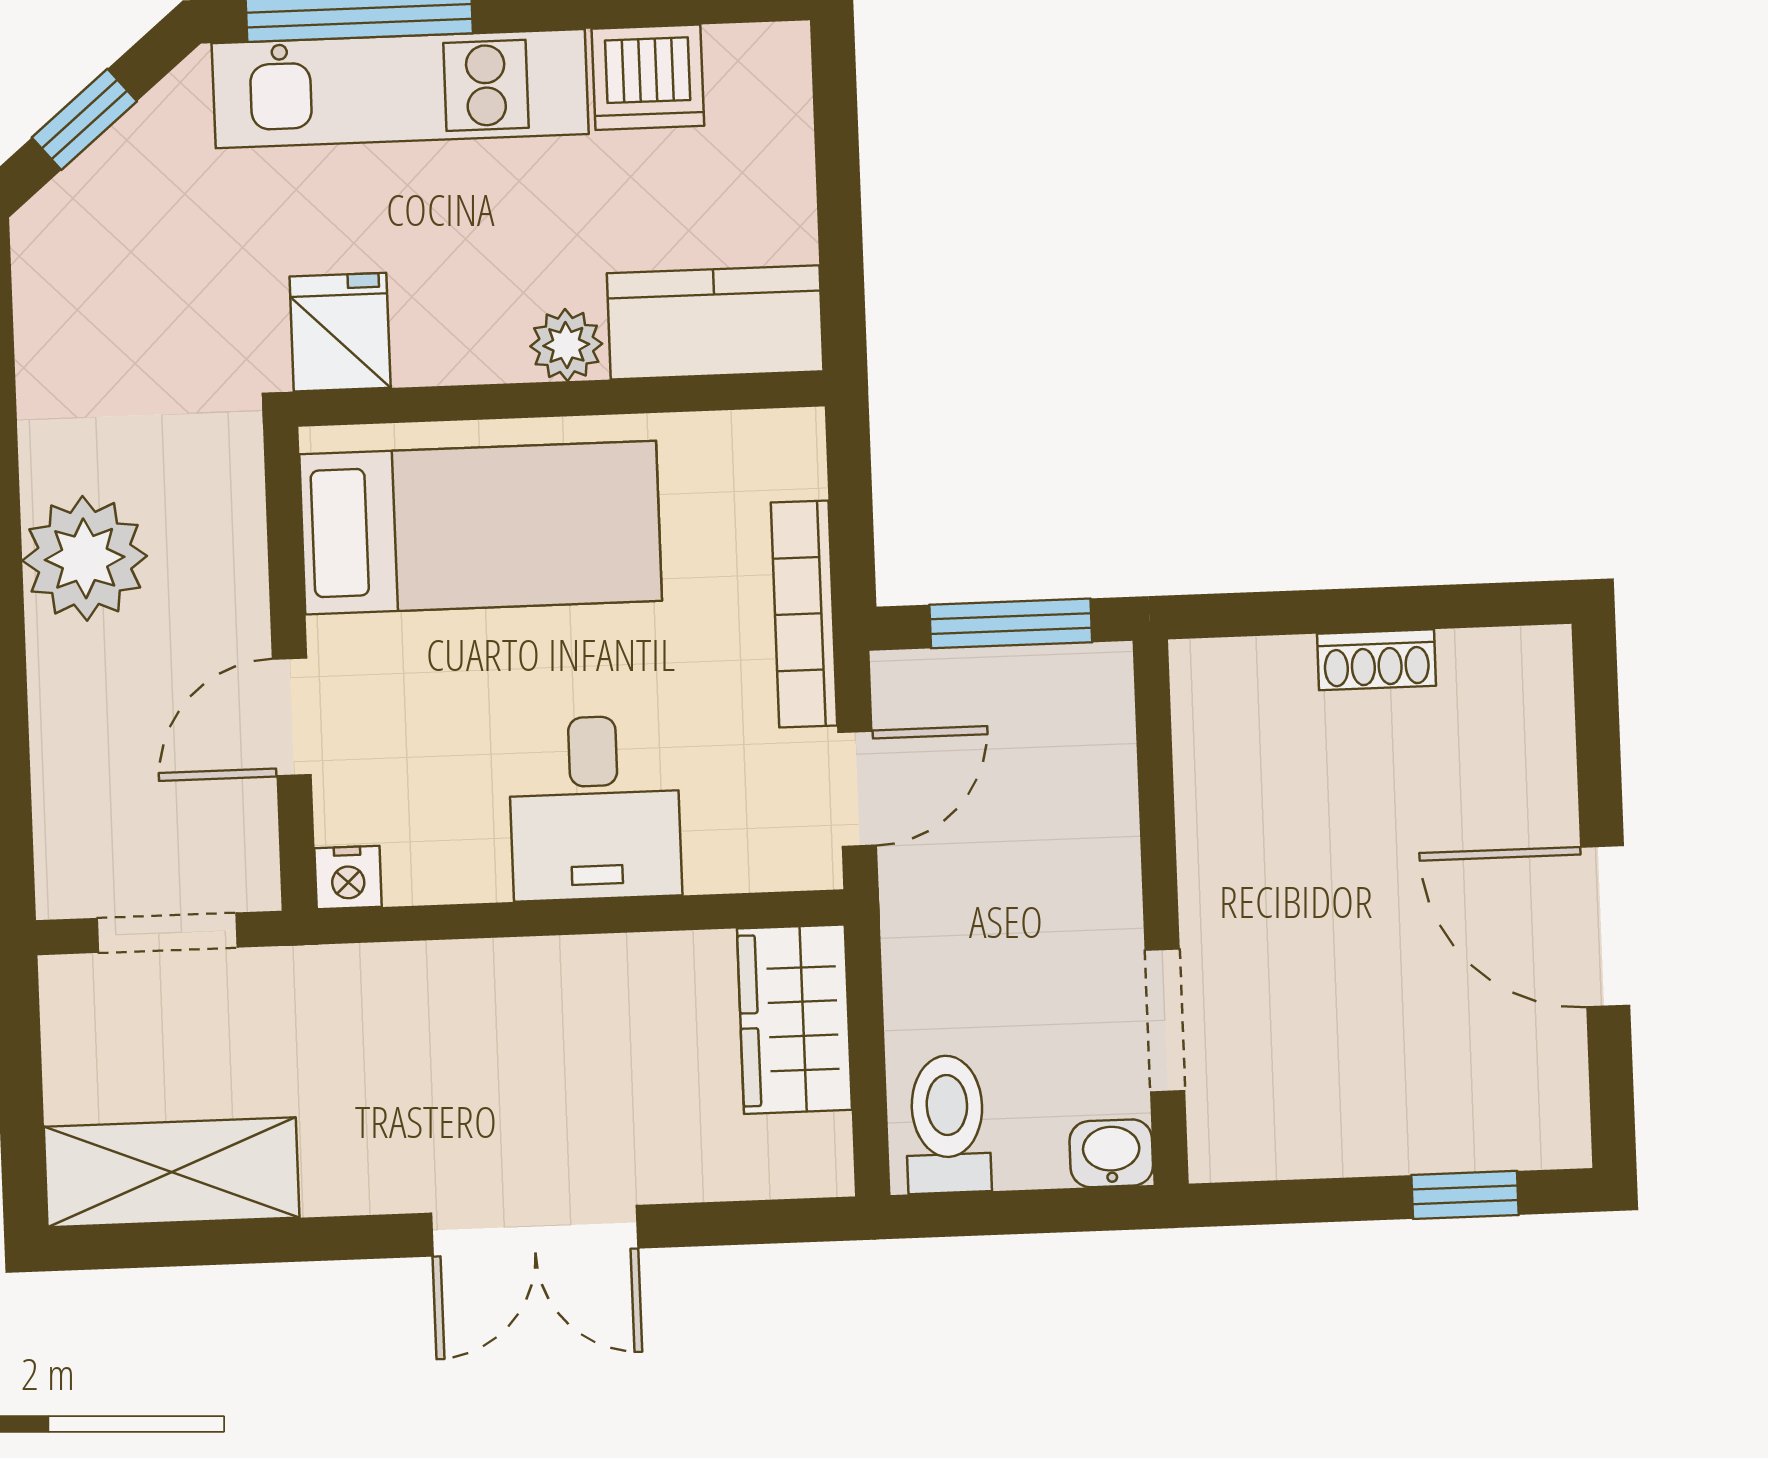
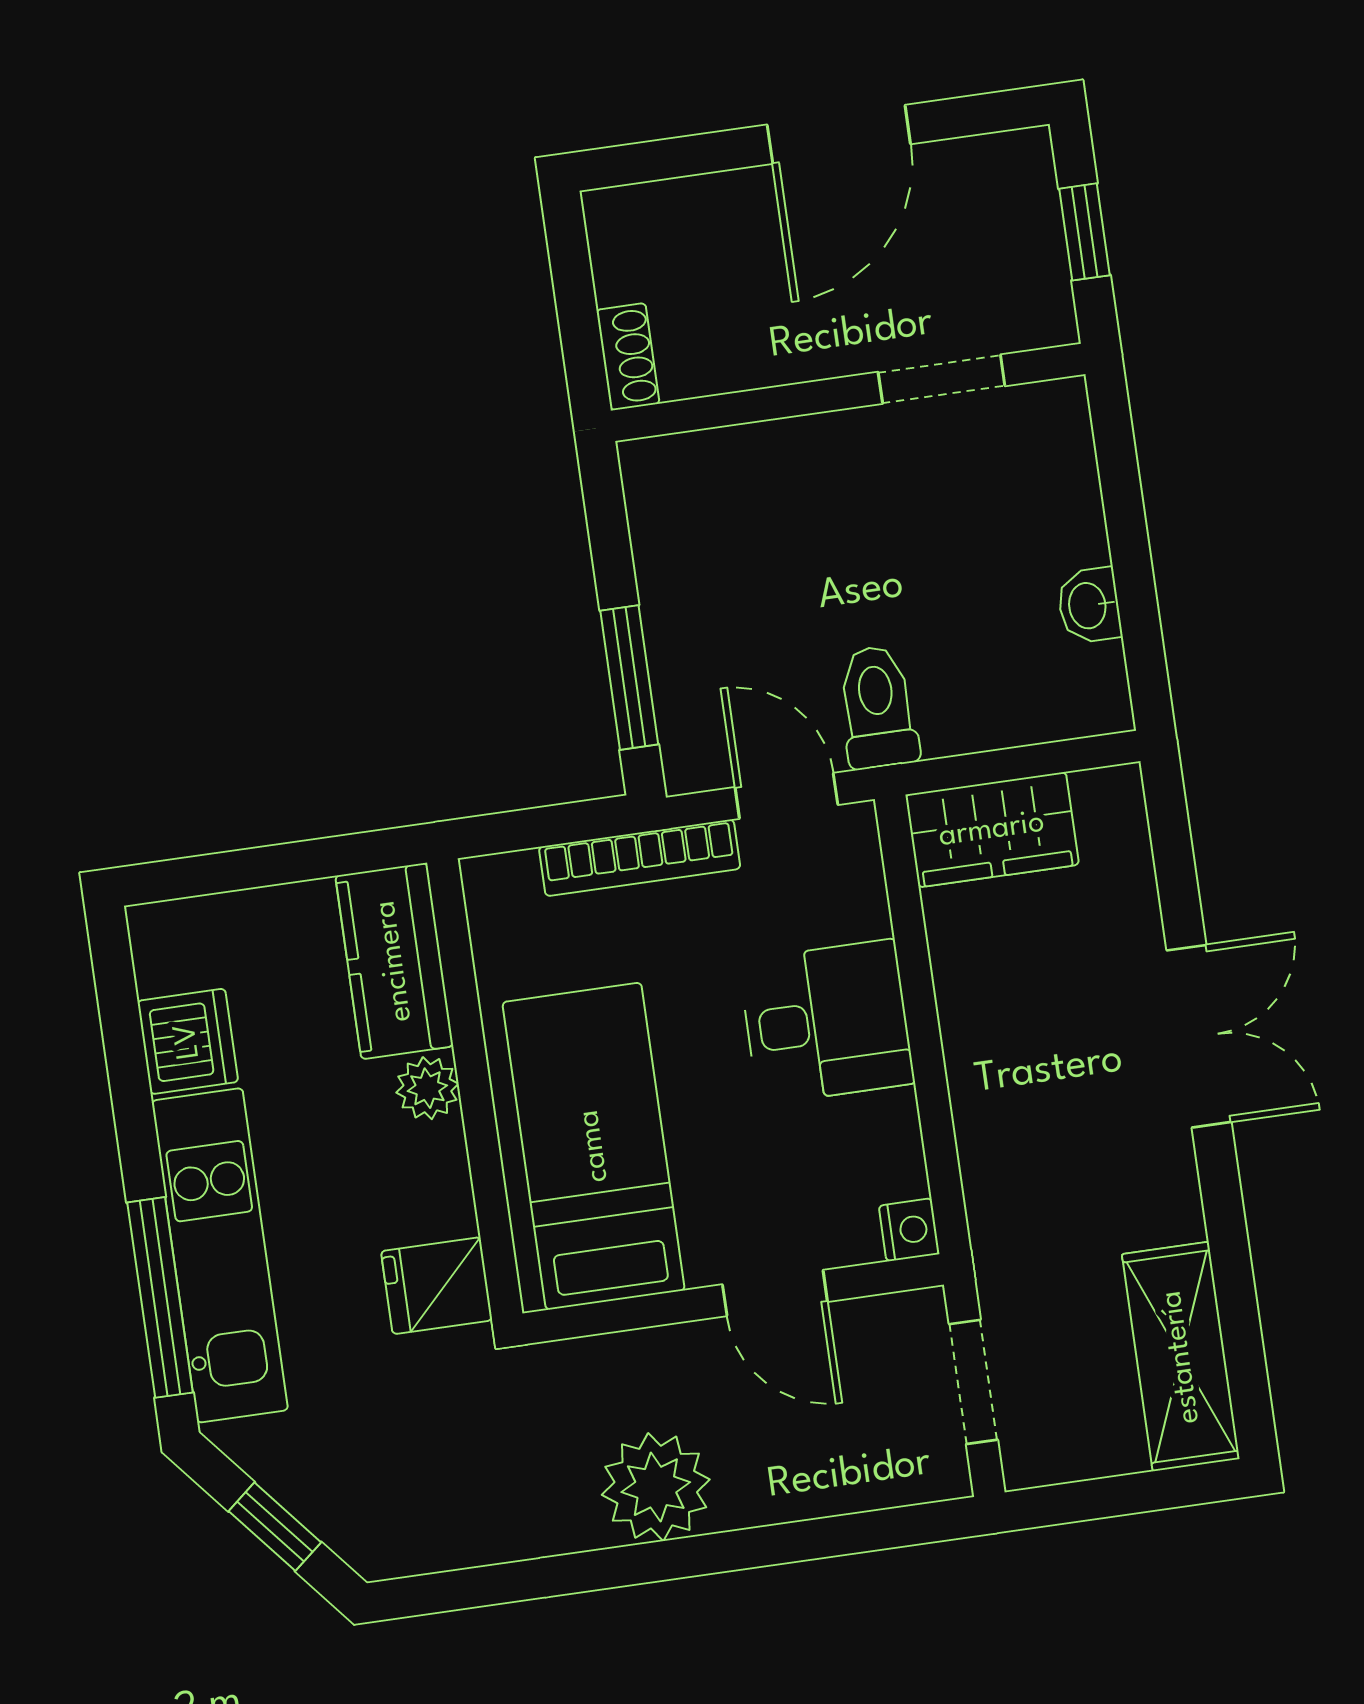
wall: (1161, 912) -> (848, 392), moved
doorway: (1165, 1020) -> (942, 379), moved
toilet: (948, 1124) -> (878, 707), moved, turned 90
washbasin: (1111, 1153) -> (1089, 605), moved

